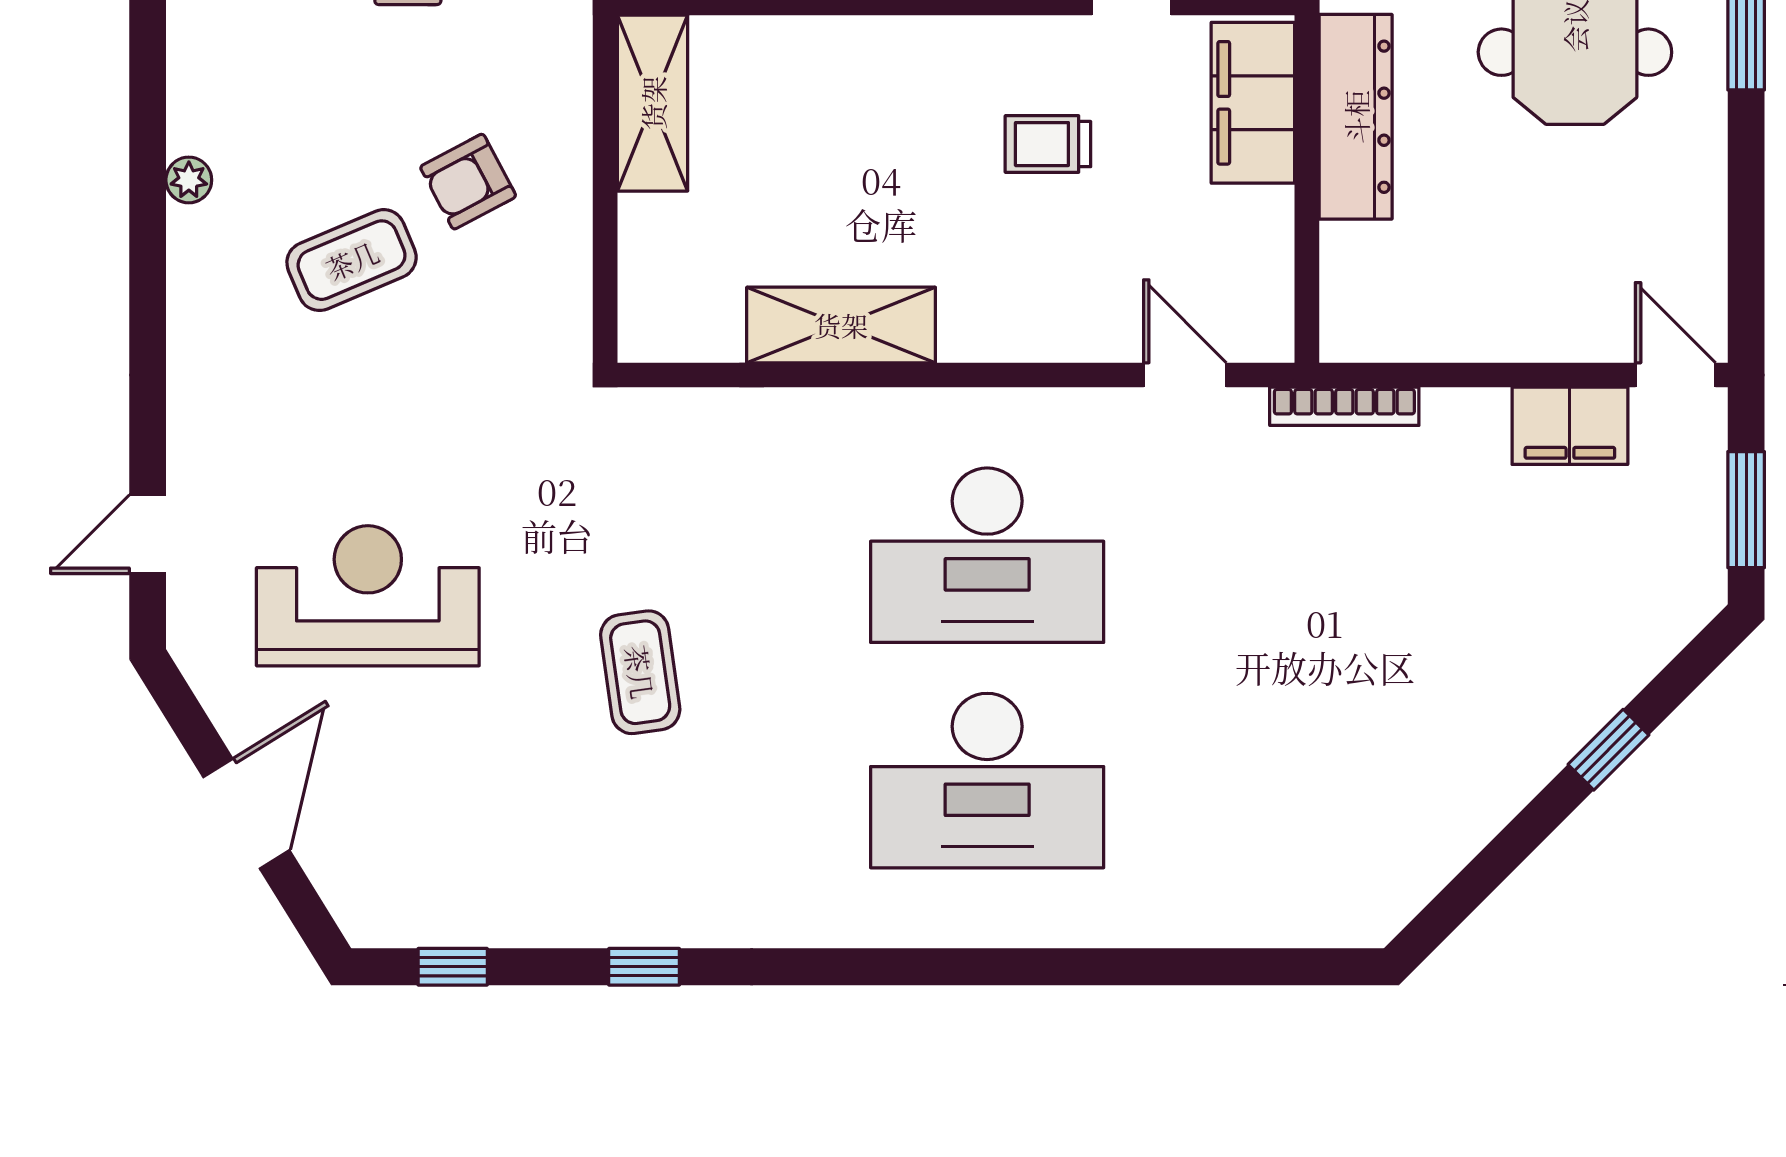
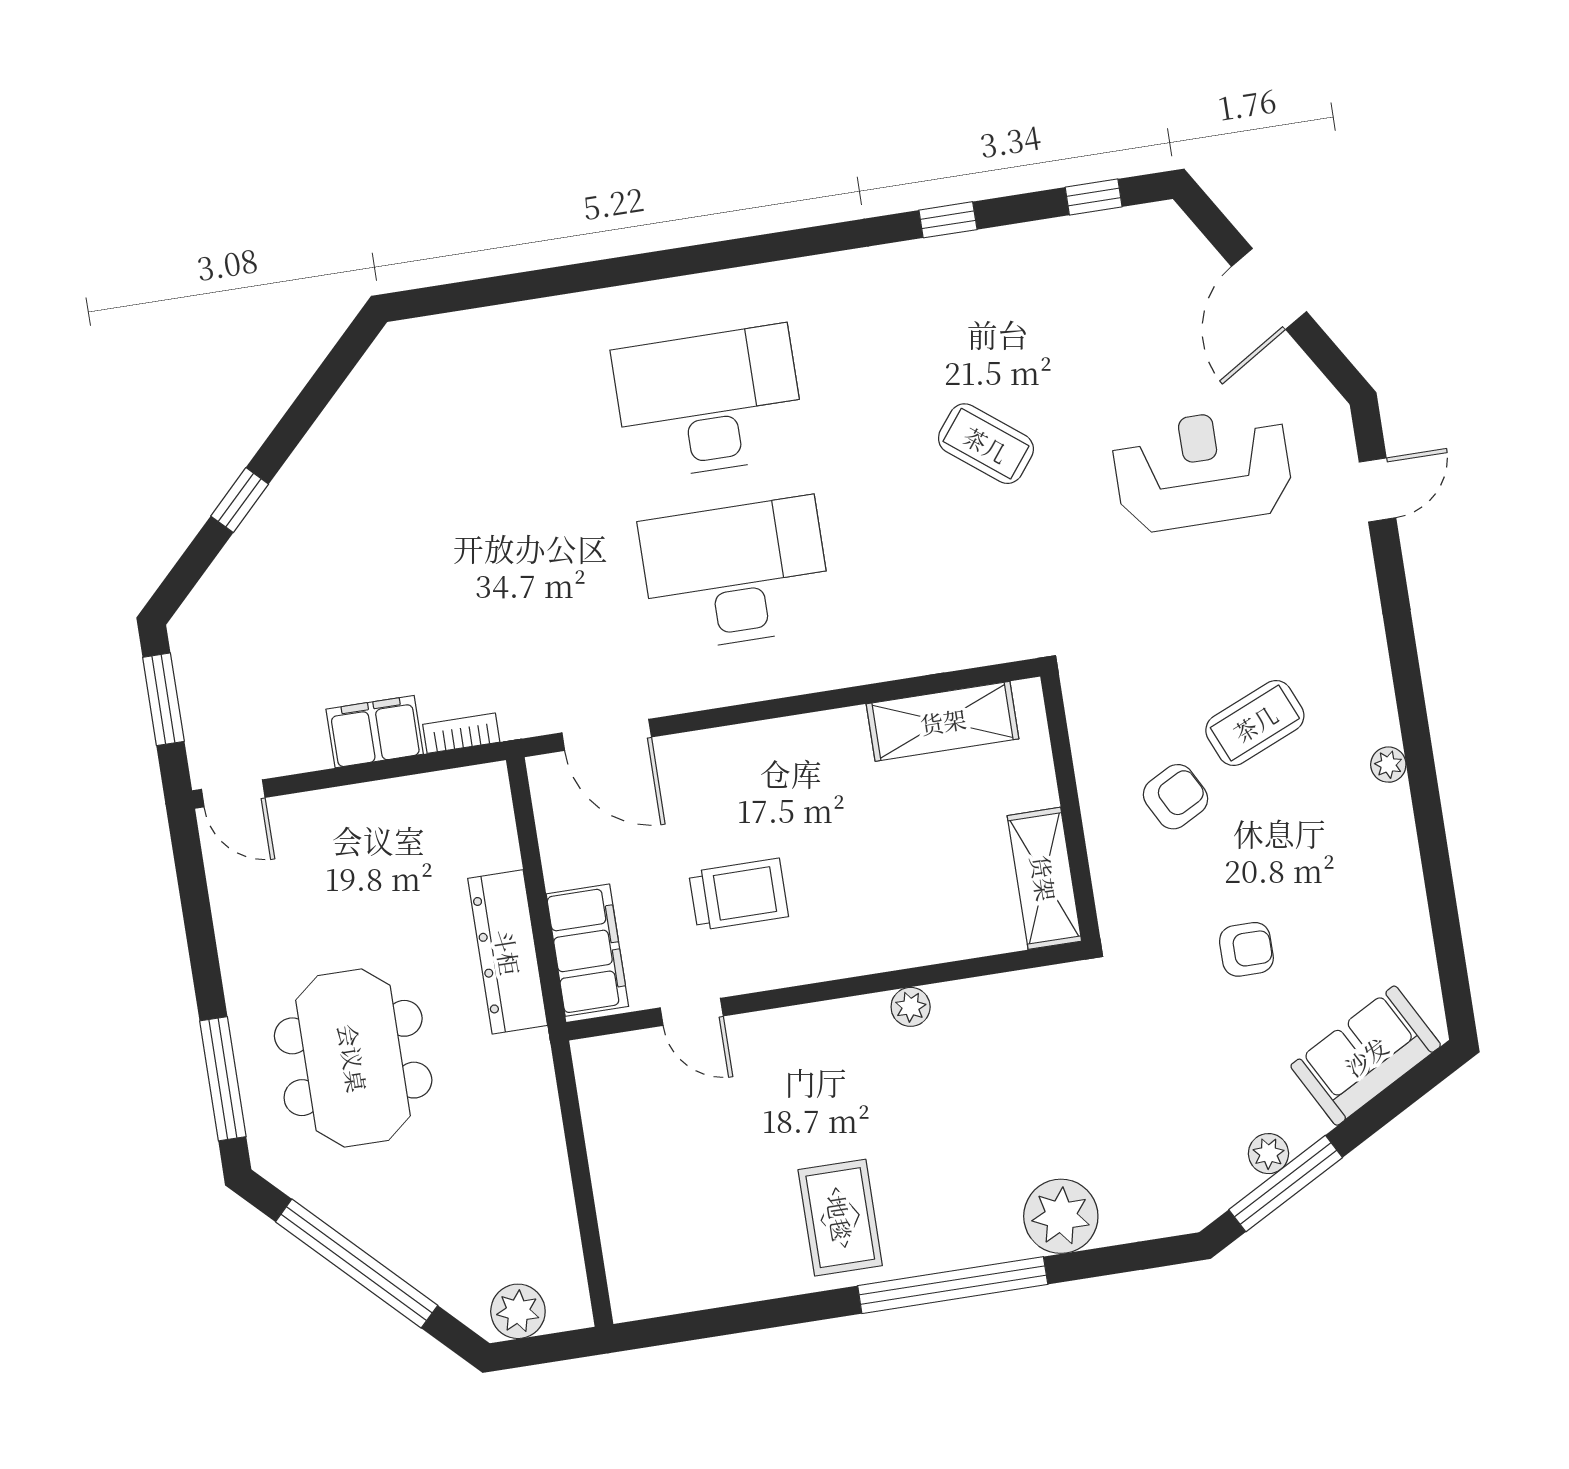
trolley: (1048, 144) -> (739, 894), width x1.36, depth x1.39
shelving: (841, 325) -> (943, 721), moved
door: (1185, 375) -> (607, 735), width x1.38
bookcase: (1344, 406) -> (461, 733), width x0.64
filing cabinet: (1570, 426) -> (375, 732), moved
reception desk: (368, 596) -> (1202, 469), turned 180
coffee table: (640, 672) -> (986, 444), turned -44

